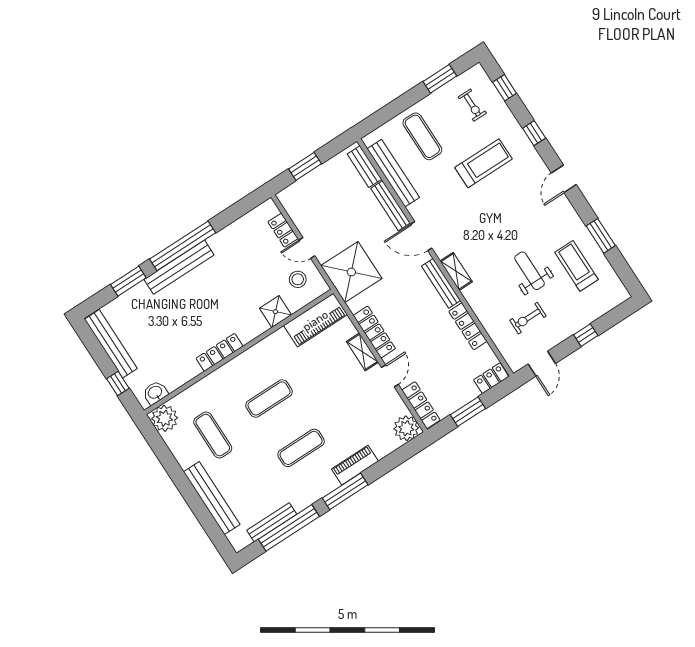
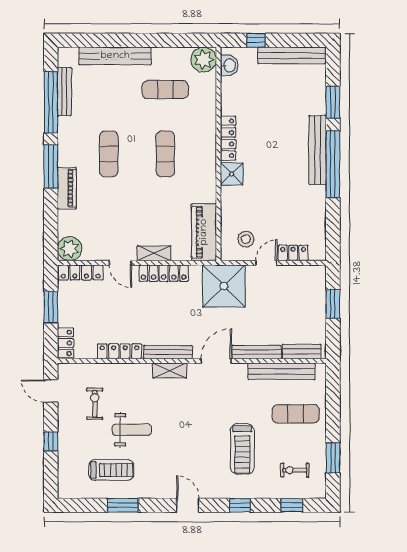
shower: (275, 312) -> (232, 174), moved

